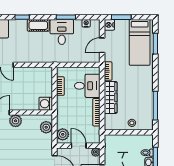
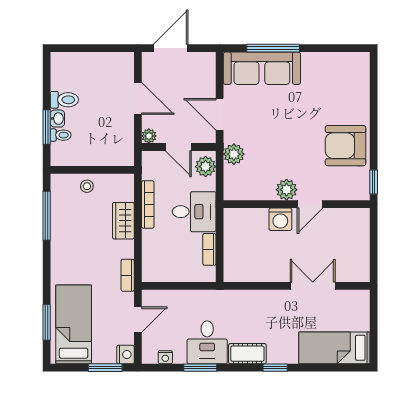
desk: (87, 86) -> (194, 212), moved, turned 180
wardrobe: (111, 97) -> (123, 221), width x0.67
washing machine: (46, 104) -> (280, 219), moved, turned 90
plant: (46, 127) -> (234, 154), moved

